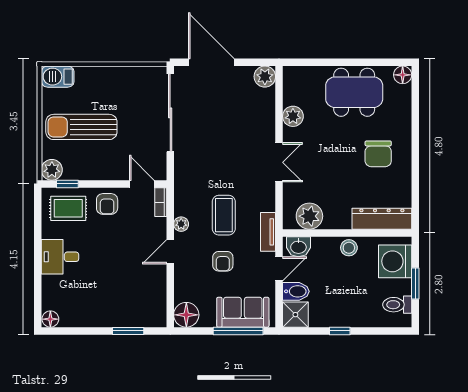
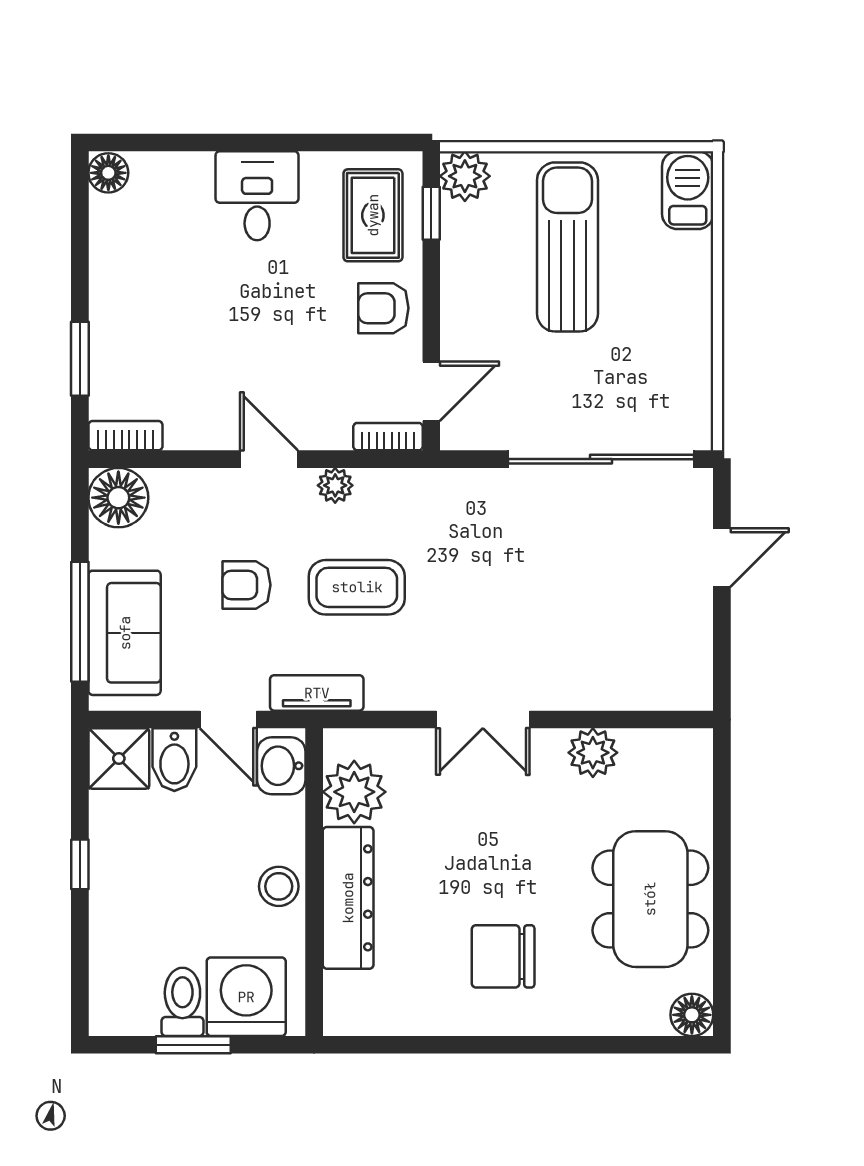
door: (211, 62) -> (722, 557), width x0.53
plant: (265, 77) -> (688, 685), removed
dresser: (382, 219) -> (348, 898), moved
toilet: (397, 305) -> (182, 1002), moved
bookcase: (160, 312) -> (125, 436), added

